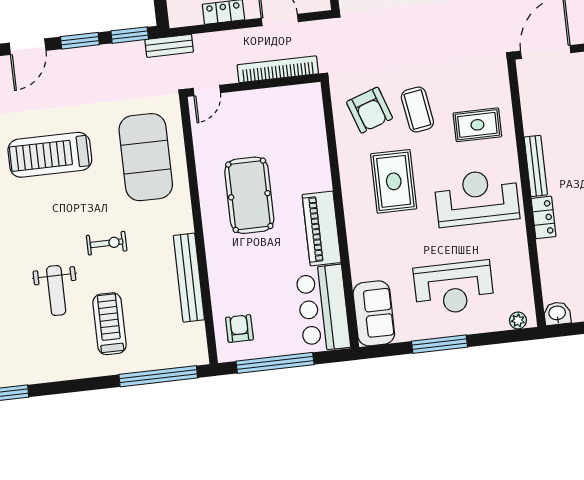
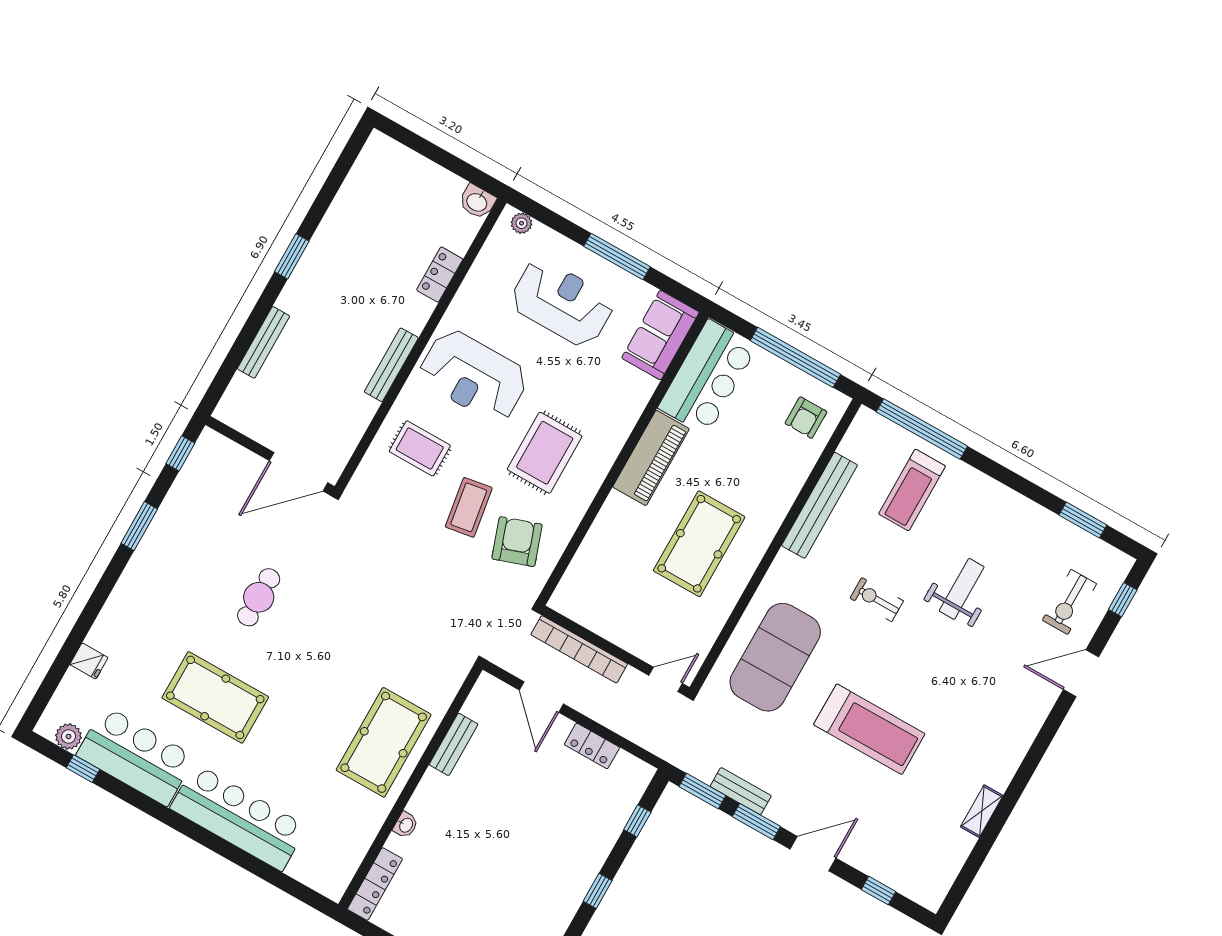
bench: (169, 46) -> (741, 791), moved
locker: (544, 217) -> (440, 275), moved
treadmill: (110, 324) -> (912, 490), moved

